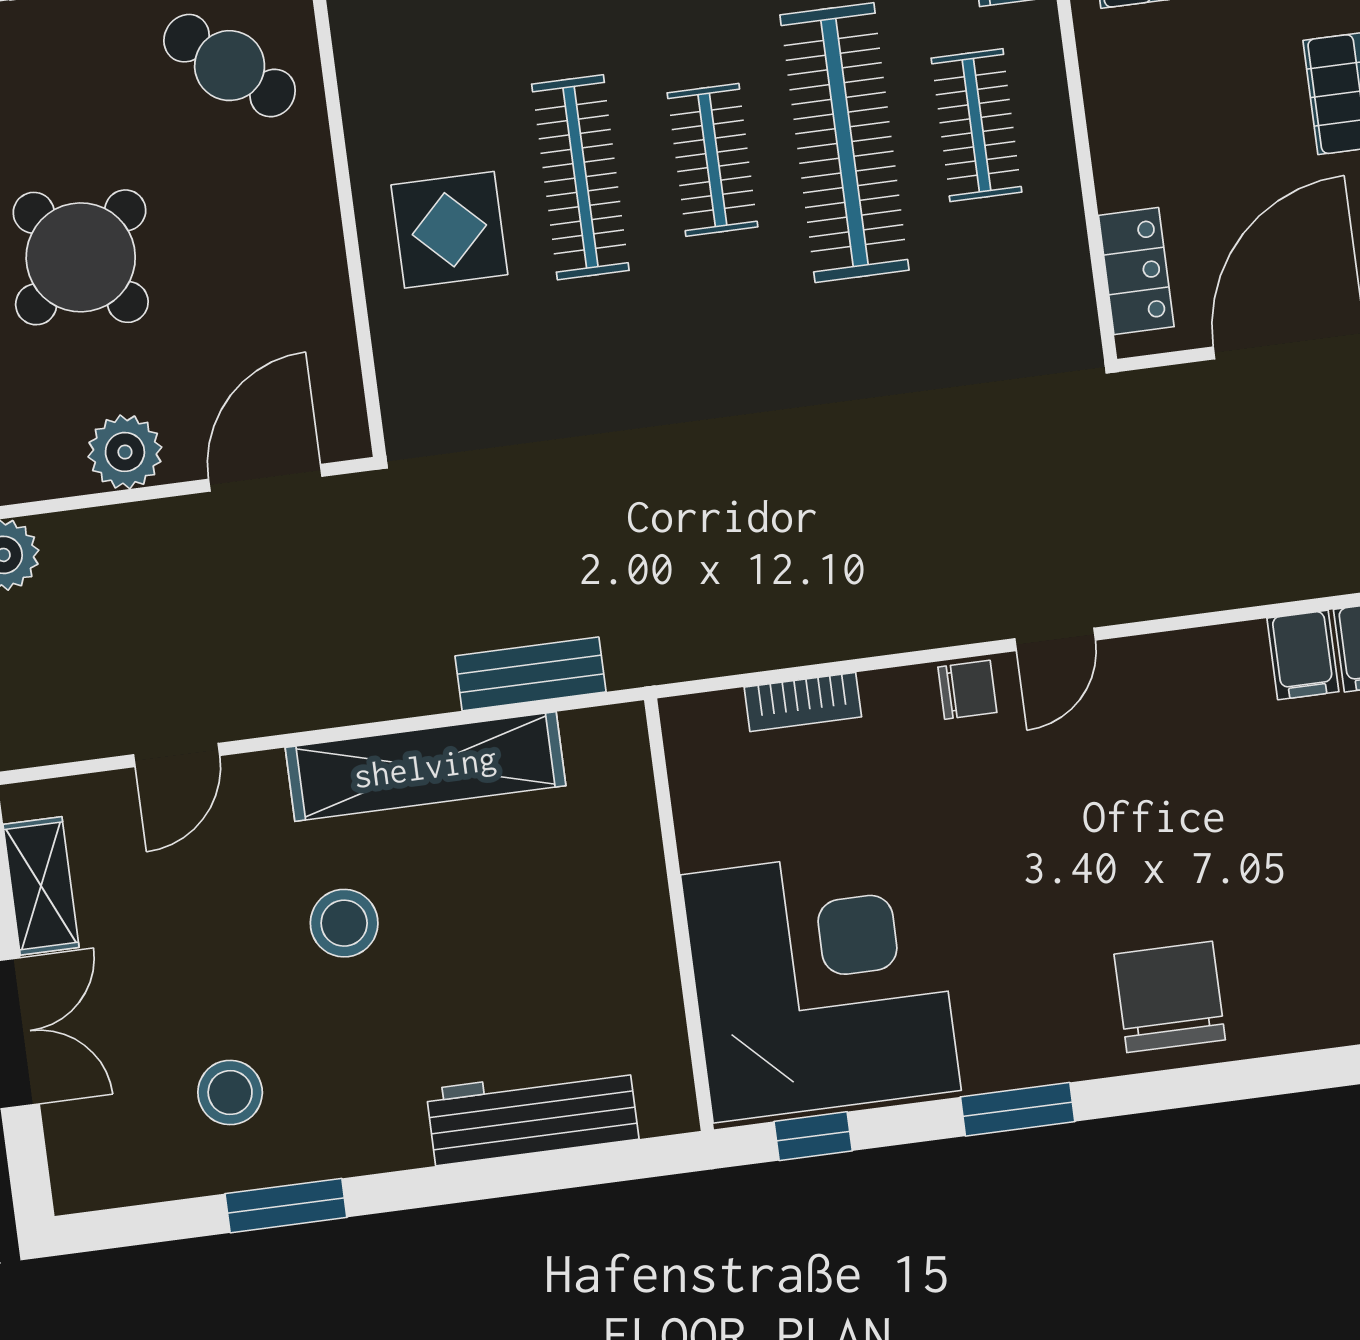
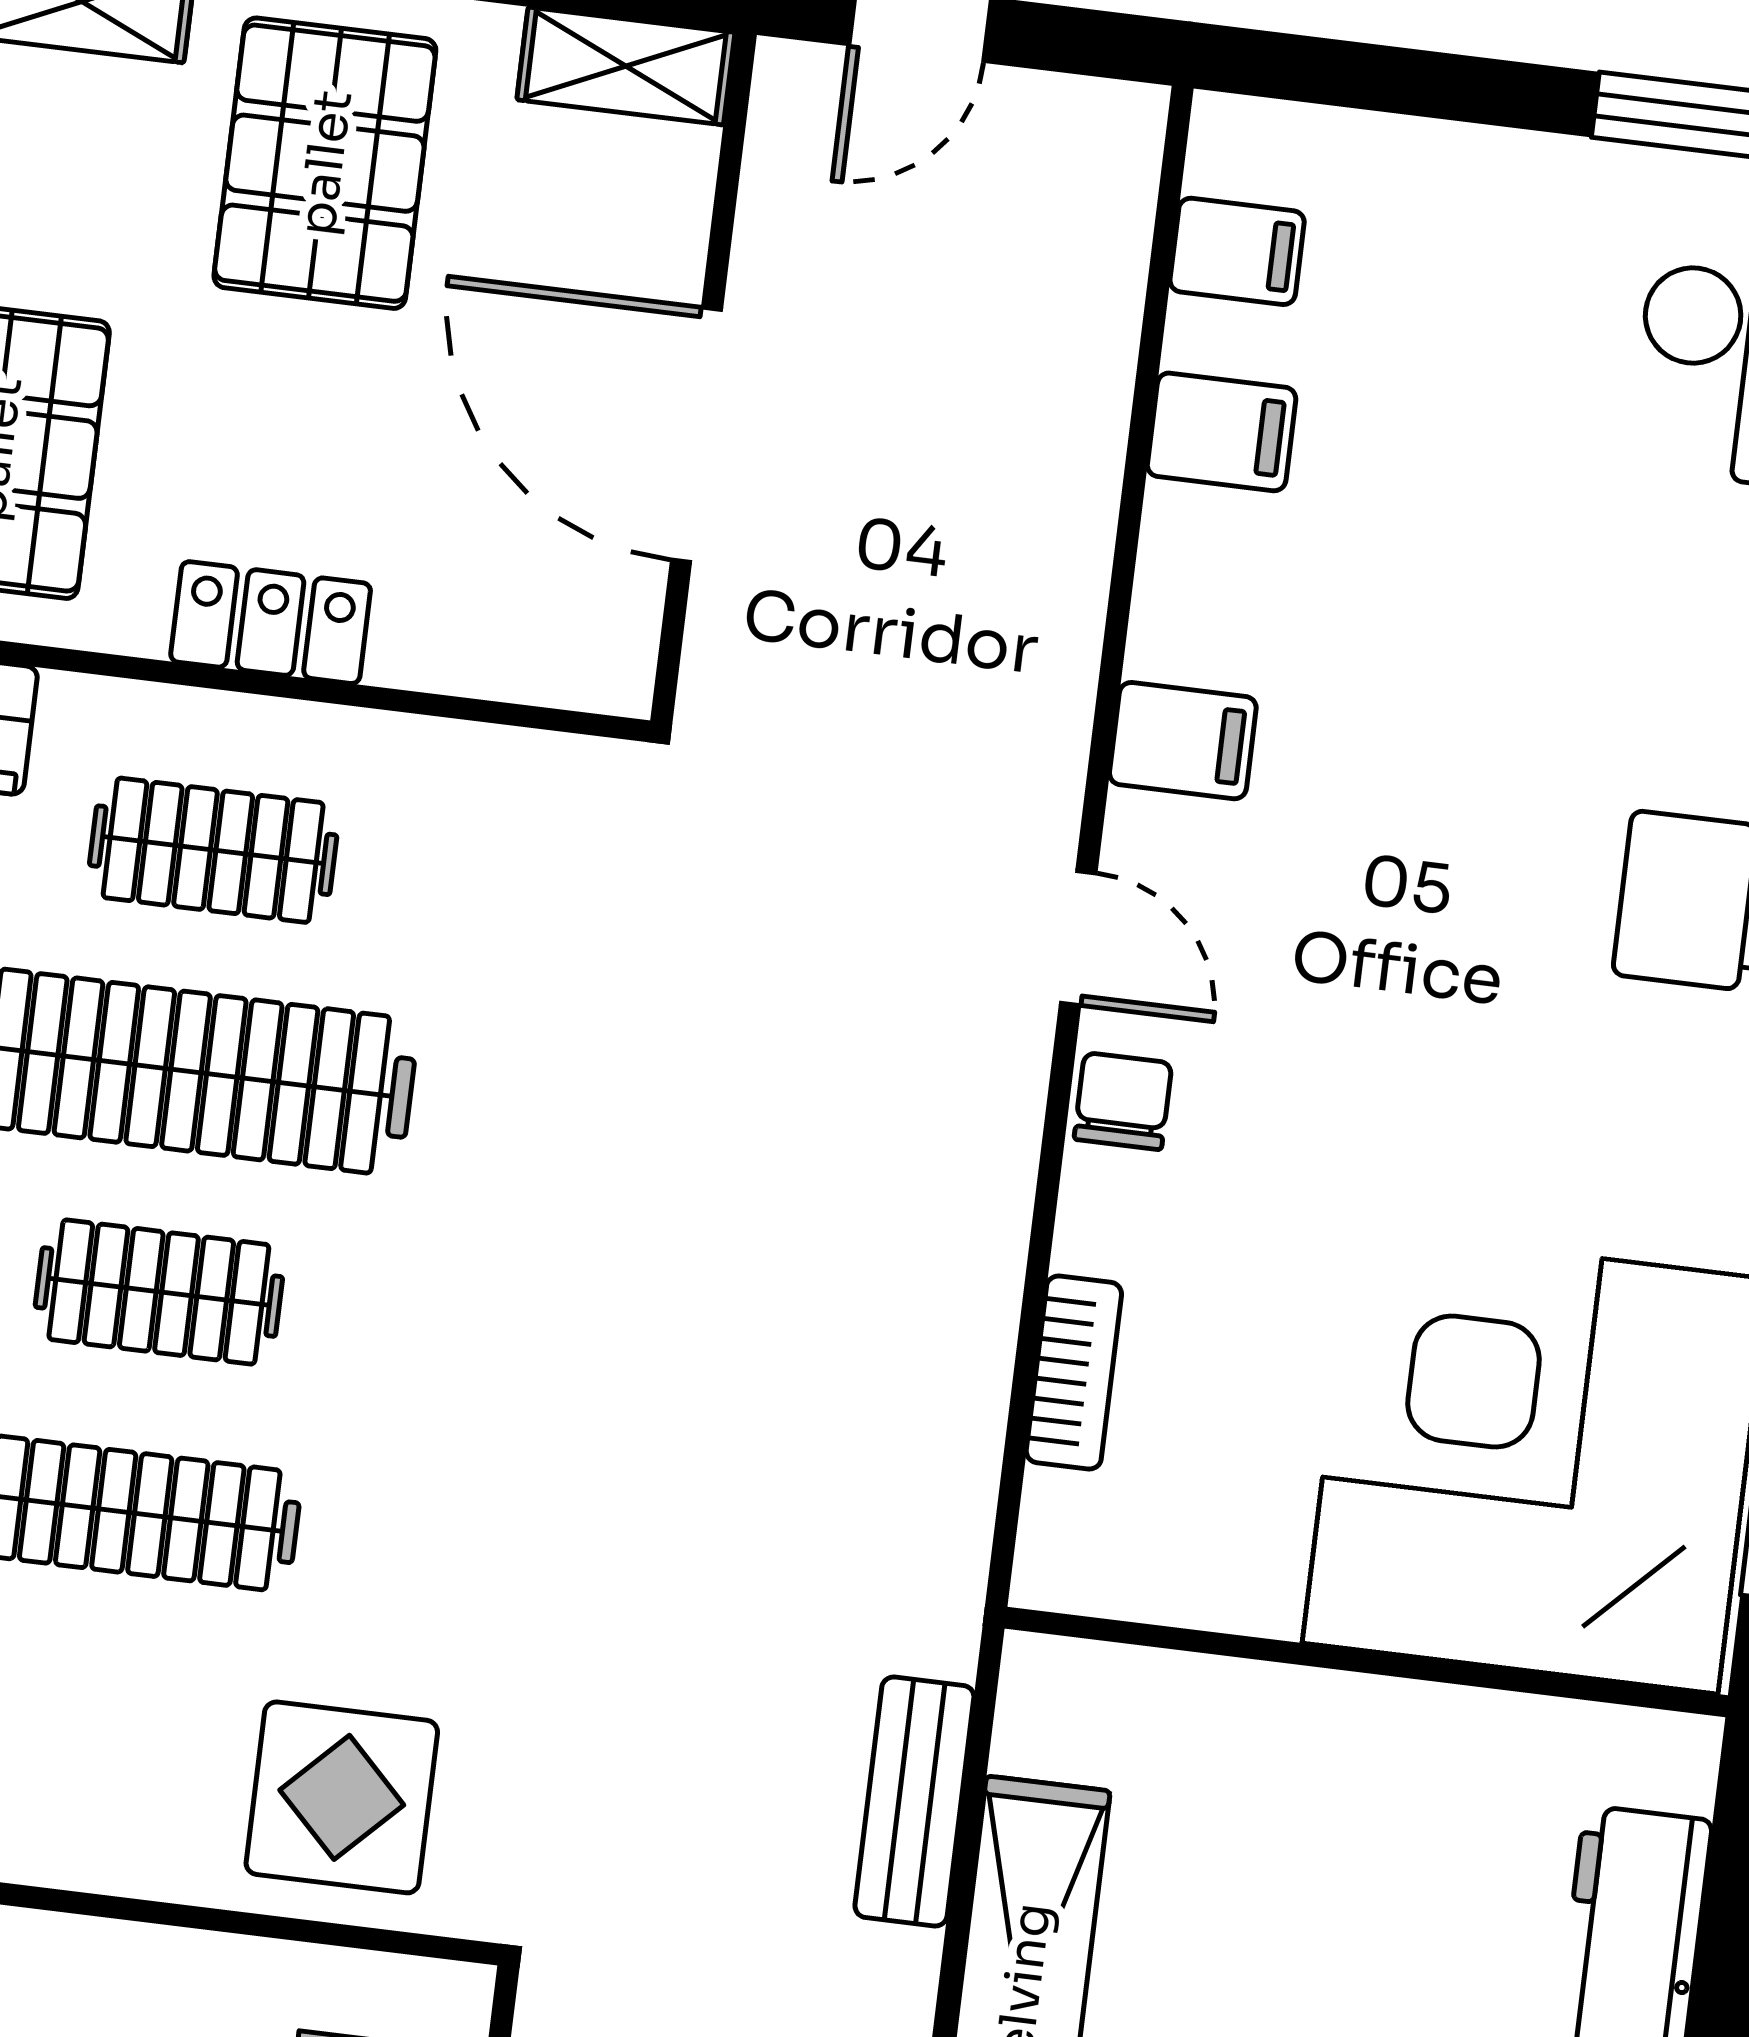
display table: (449, 230) -> (342, 1797), moved
locker: (1136, 271) -> (271, 623), moved
filing cabinet: (1303, 655) -> (1183, 741), moved

